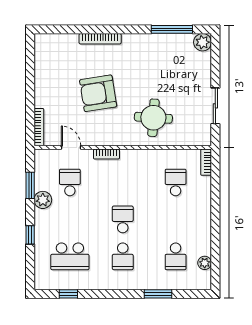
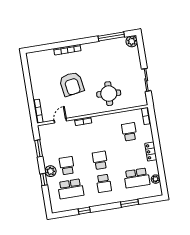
armchair: (98, 93) -> (72, 84), turned -90
door: (71, 147) -> (60, 121), hinge flipped
school desk: (70, 182) -> (67, 166), moved
plant: (43, 200) -> (50, 171), moved
locker: (204, 219) -> (151, 151), added
school desk: (176, 256) -> (137, 178), width x1.85
window: (68, 294) -> (84, 211), moved

